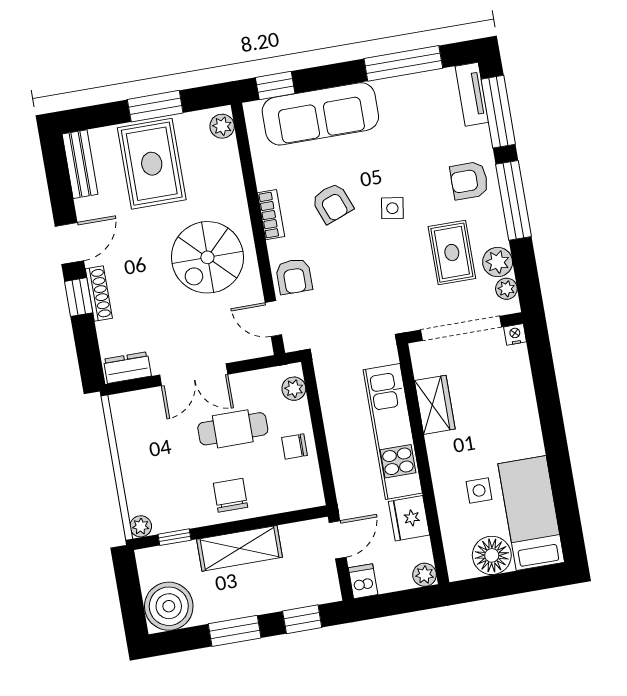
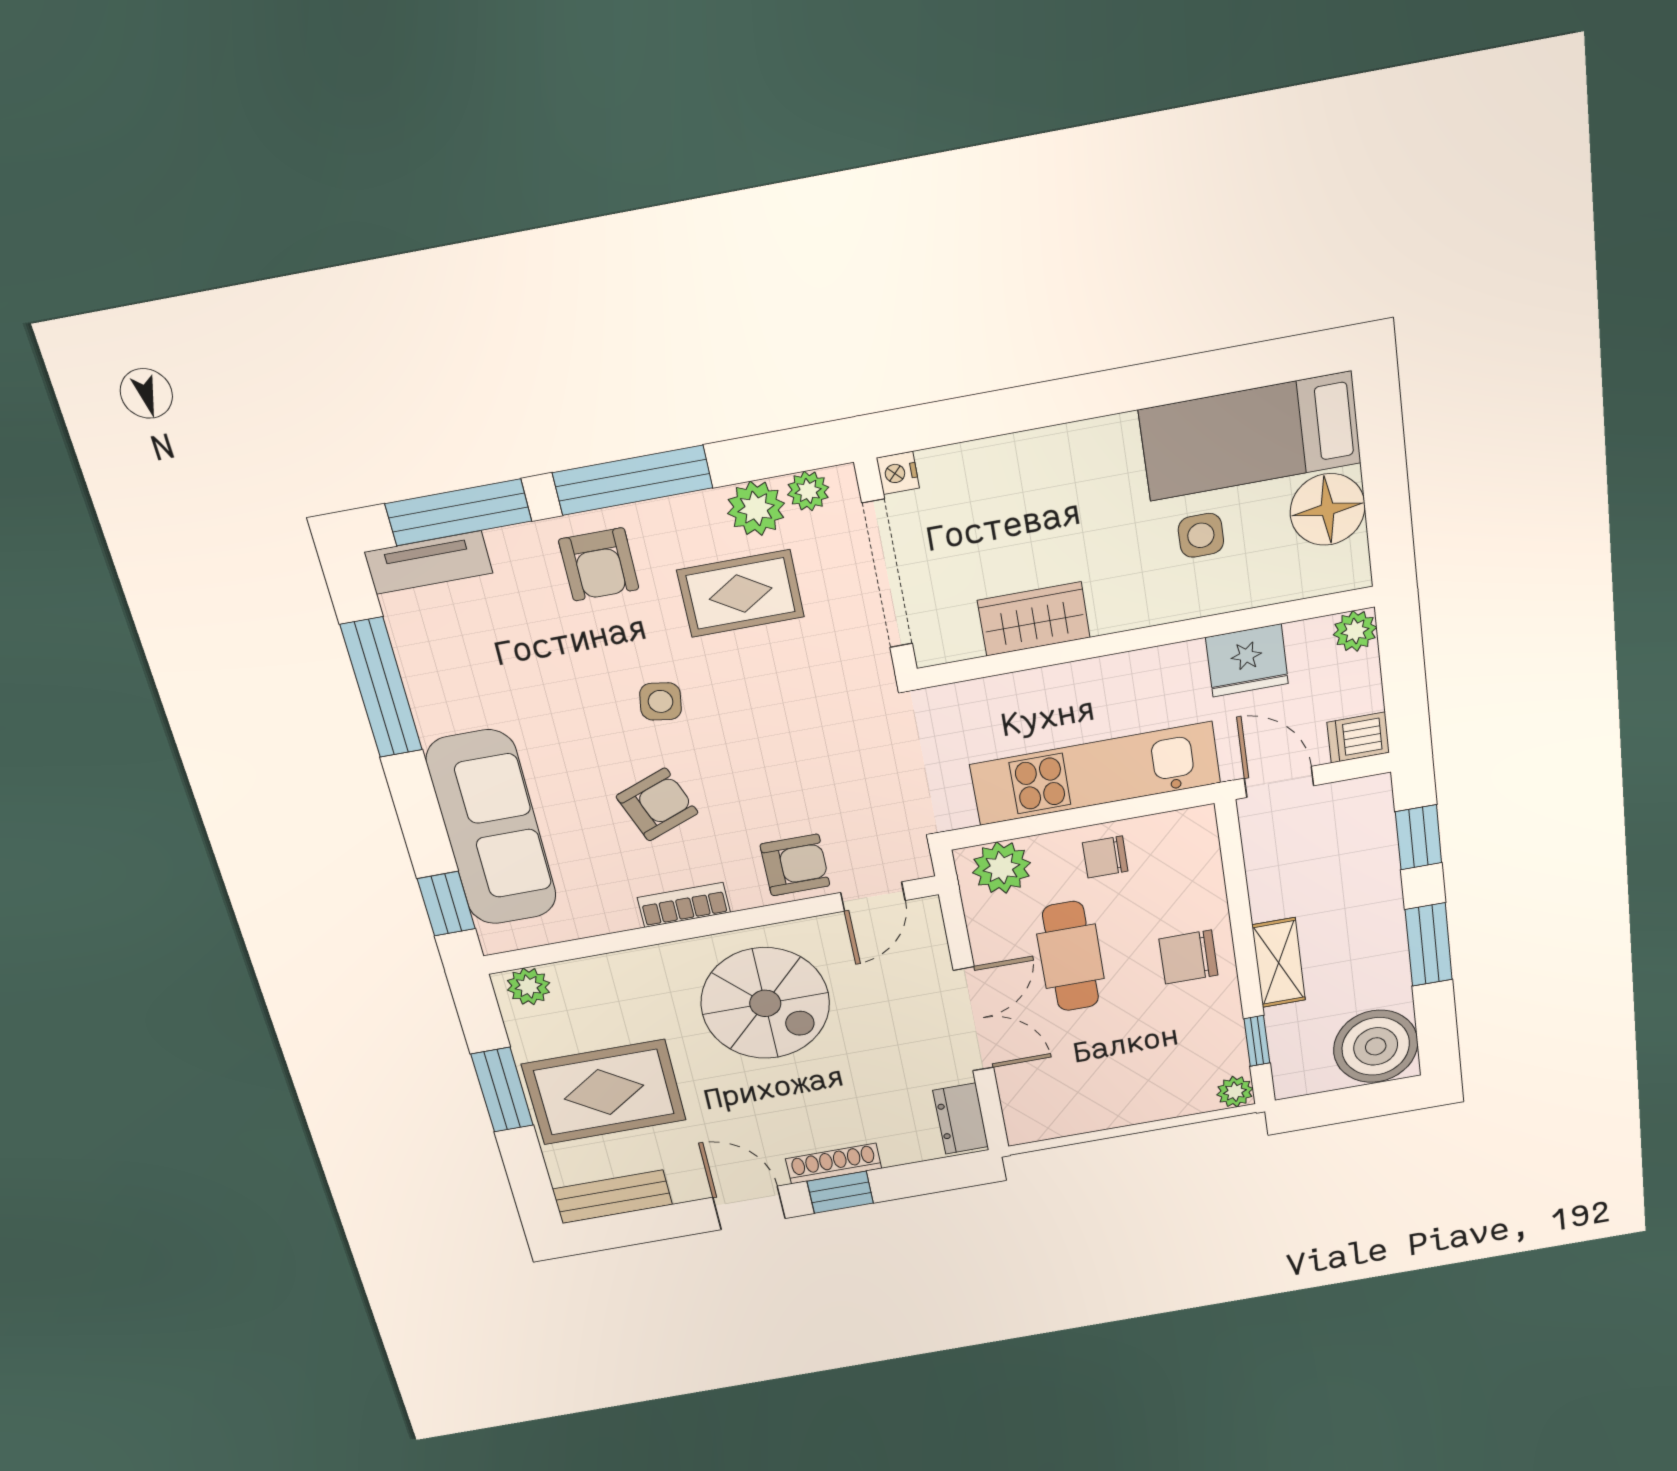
plant: (294, 389) -> (1001, 868), width x1.38, depth x1.38
kitchen unit: (393, 431) -> (1095, 774), moved, turned 180
chair: (295, 446) -> (1105, 857), turned 90
shelving: (239, 548) -> (1279, 963), width x0.67, depth x0.75

